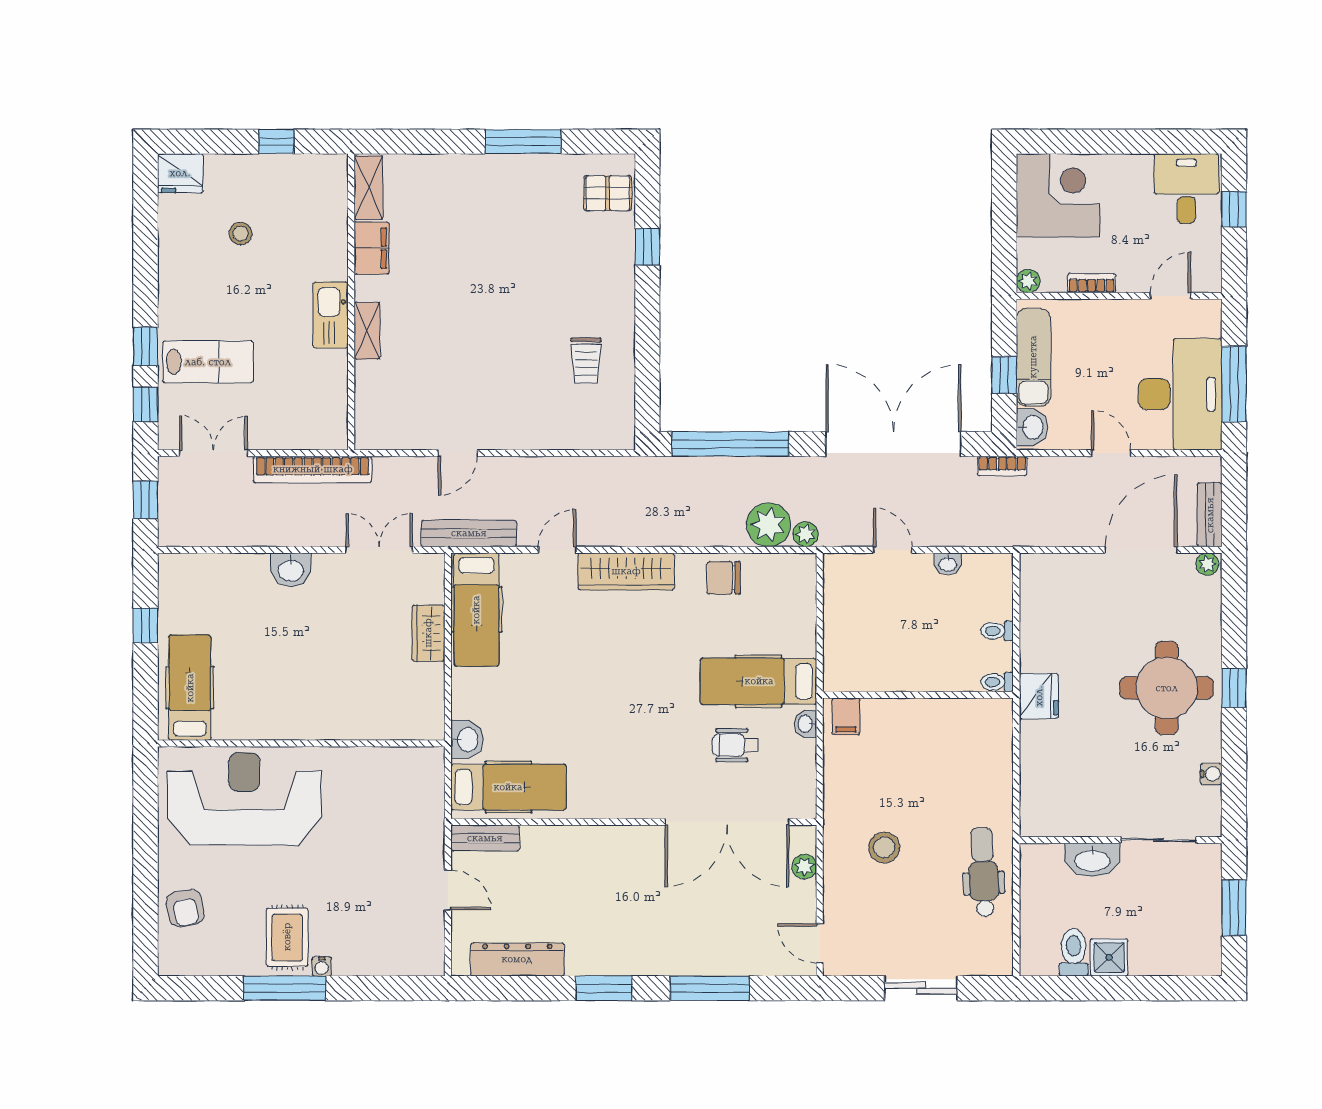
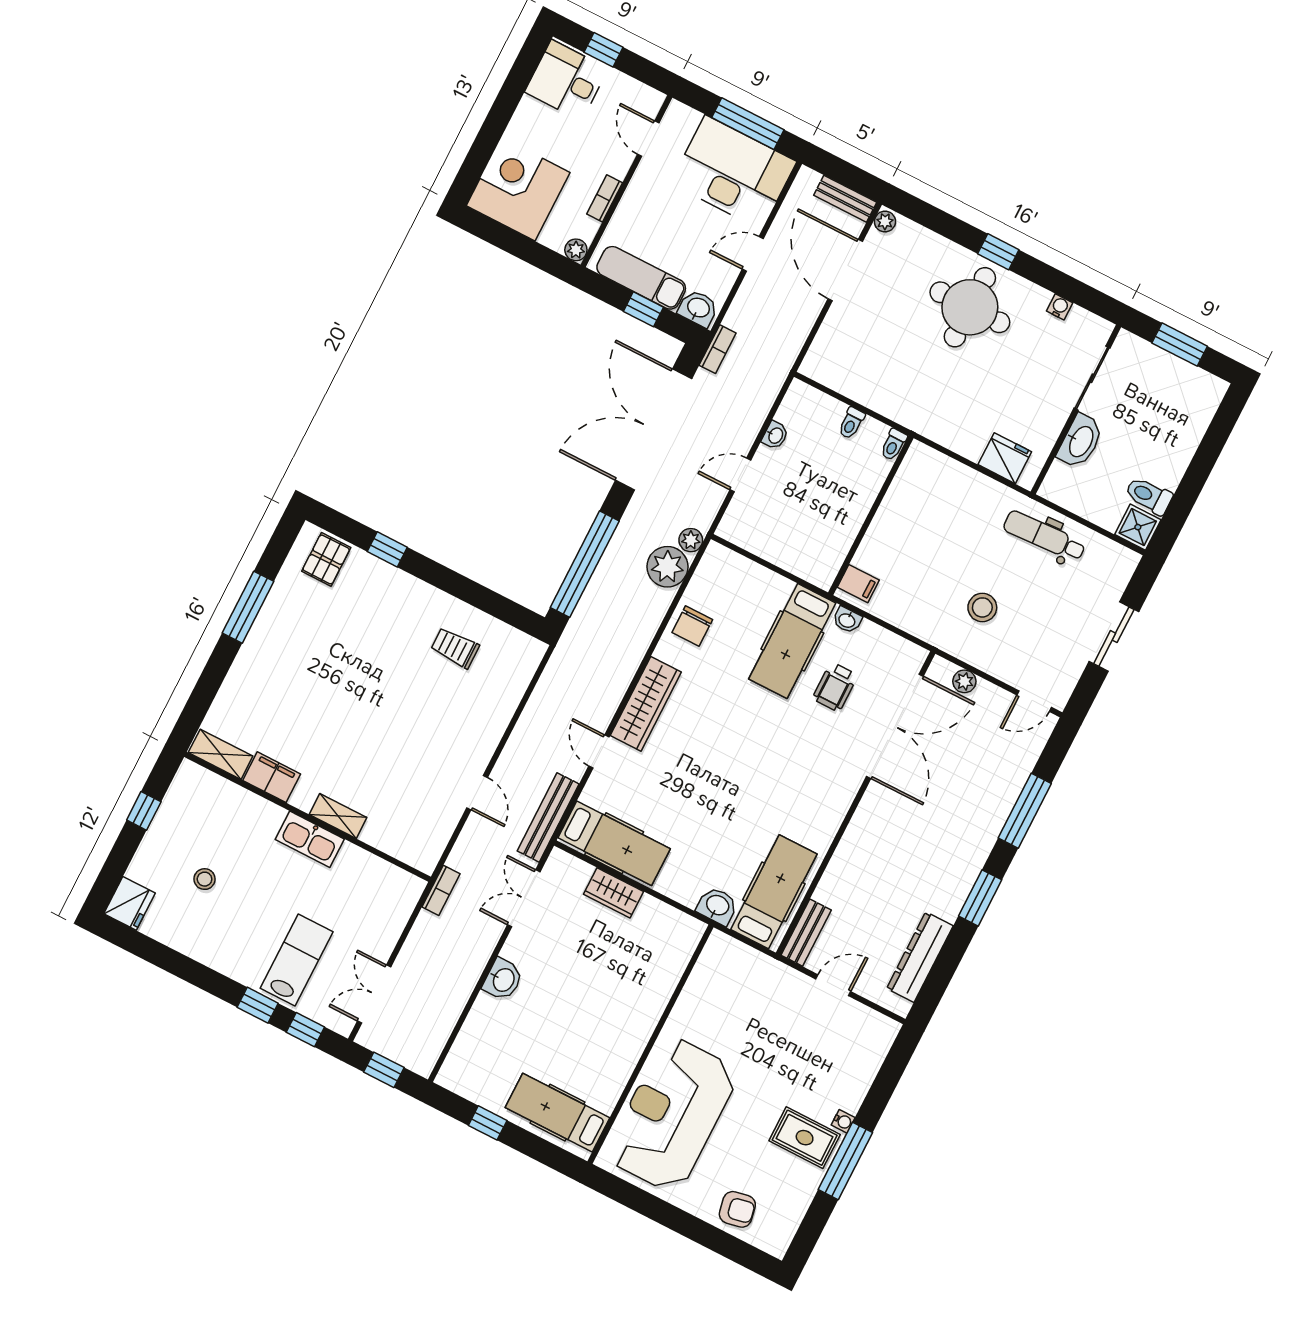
trolley: (586, 361) -> (455, 648), turned 180
bookcase: (313, 469) -> (441, 890), width x0.43, depth x0.76
fridge: (1039, 696) -> (1005, 458), moved
shower: (1109, 957) -> (1138, 527), moved

